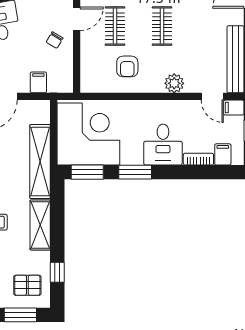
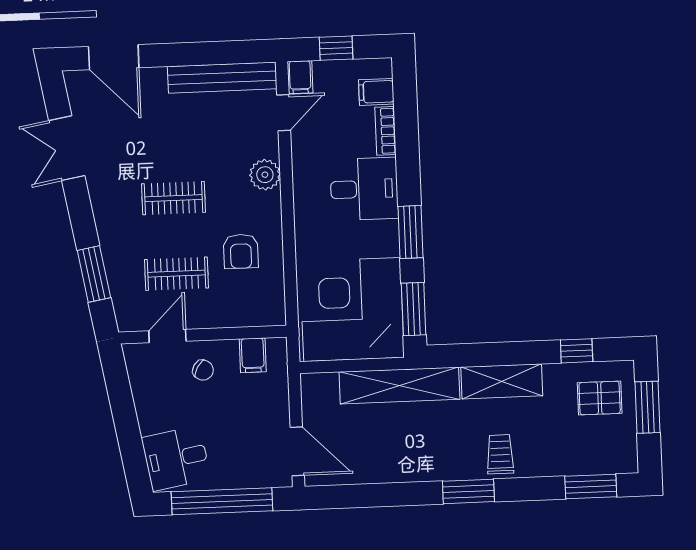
door: (77, 19) -> (167, 336), hinge flipped
armchair: (127, 66) -> (241, 251), turned 90
filing cabinet: (38, 82) -> (253, 355), moved, turned -90
pallet: (27, 285) -> (600, 398), turned 90

